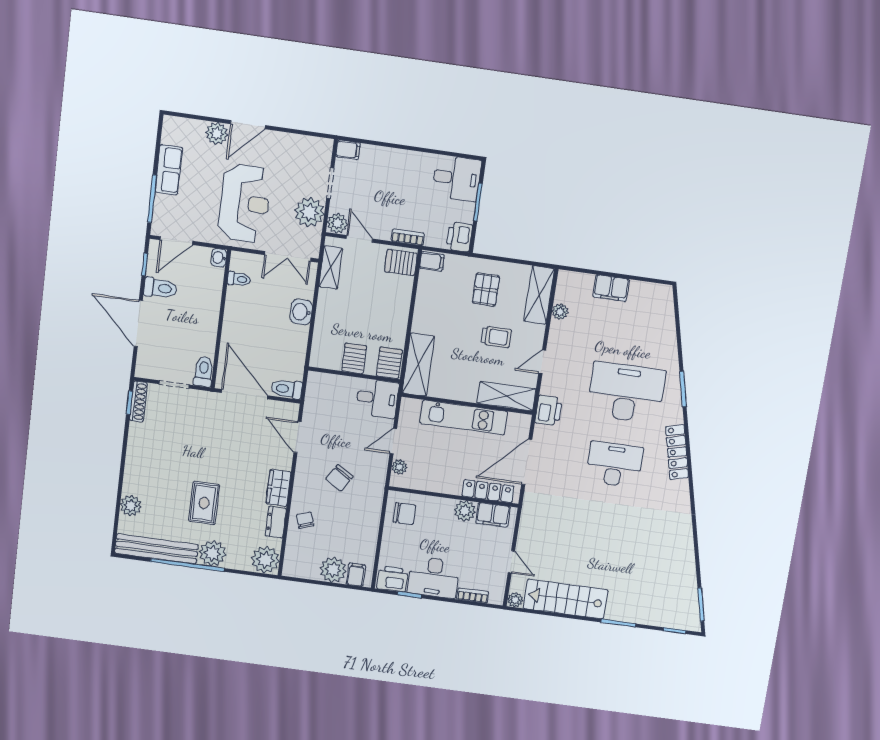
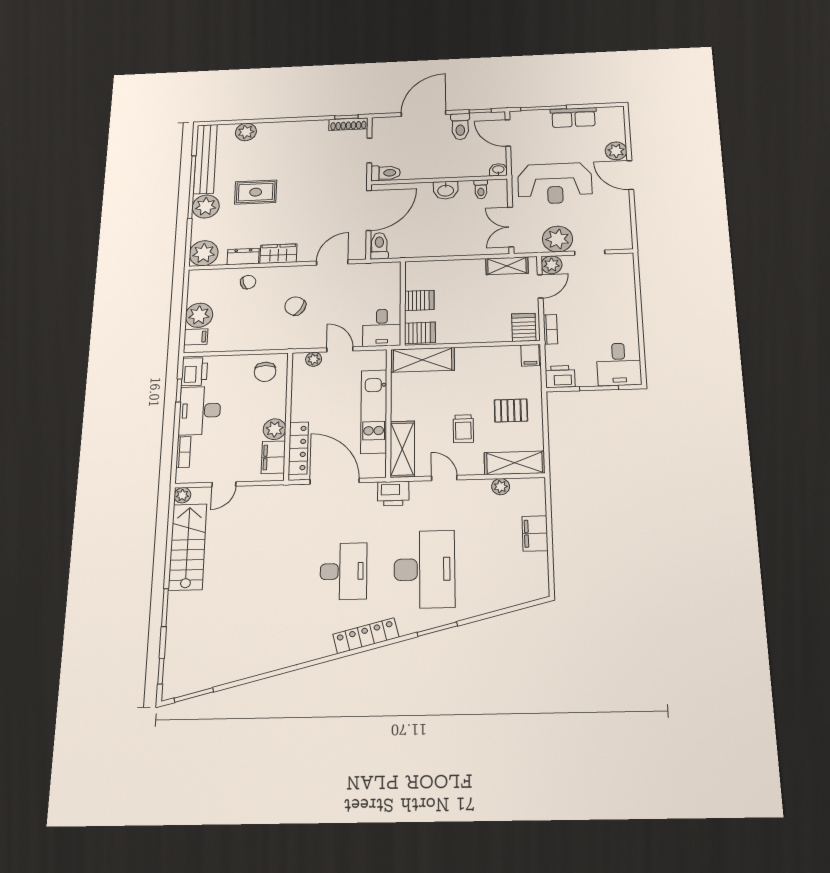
filing cabinet: (348, 150) -> (625, 263), removed
washbasin: (301, 312) -> (446, 190), moved, turned 180

